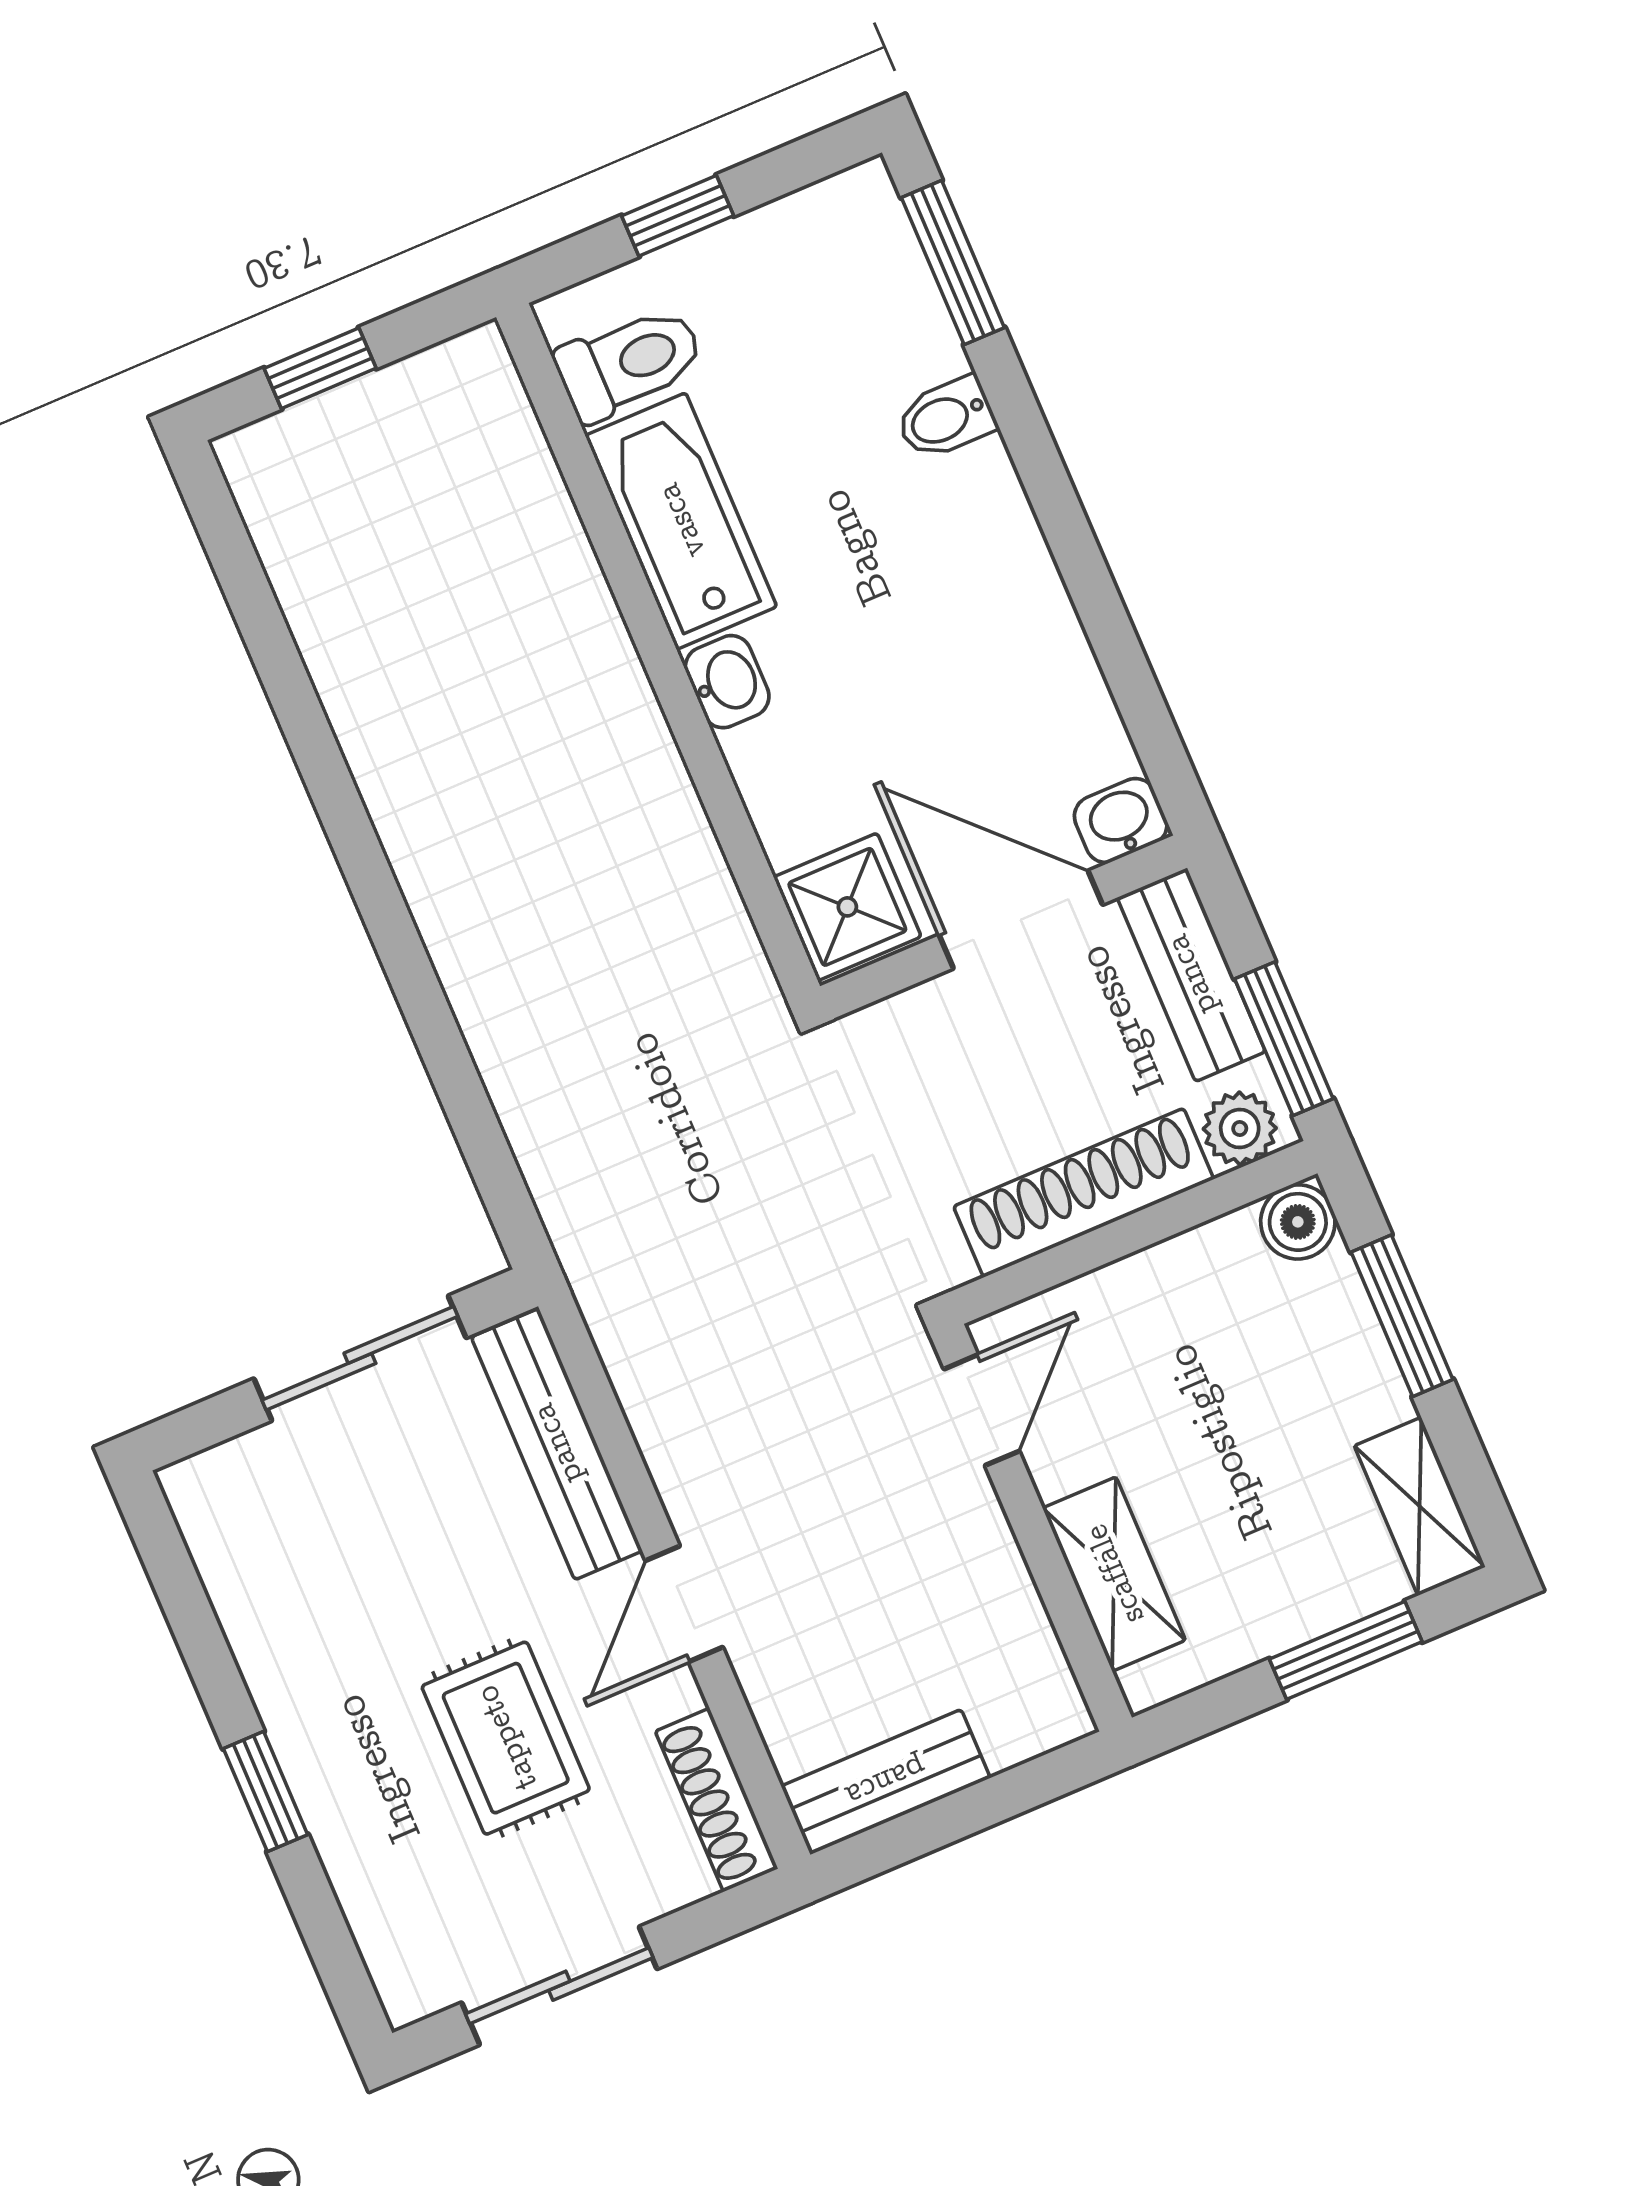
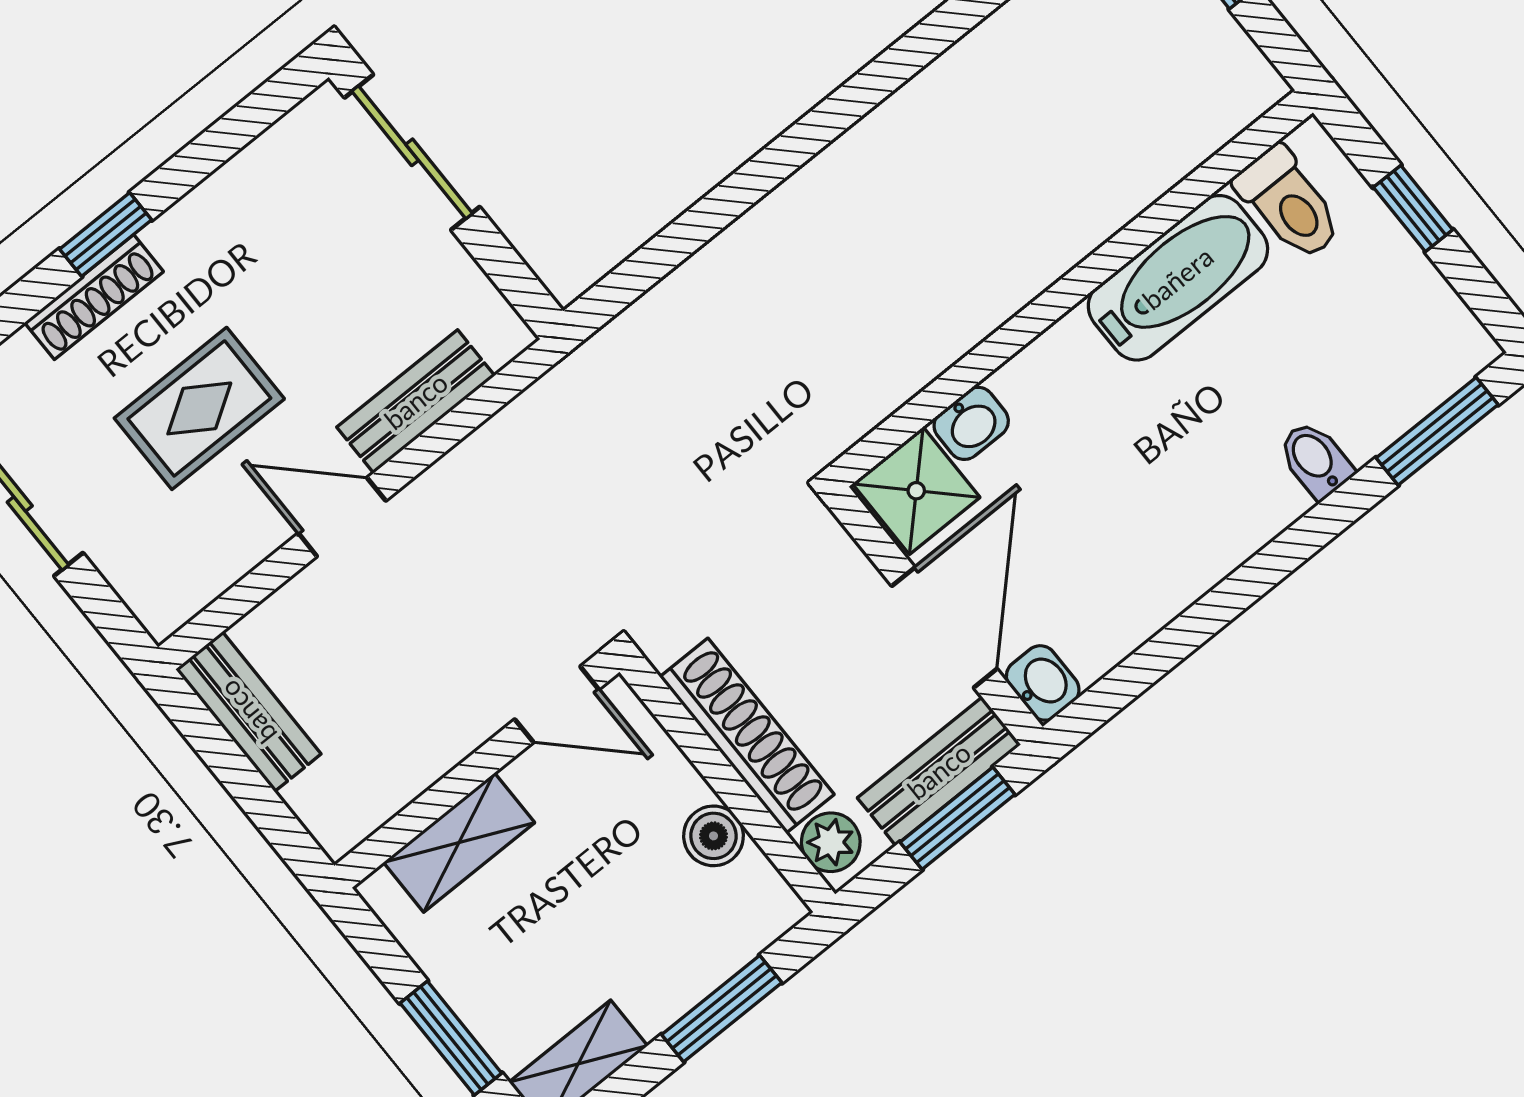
washbasin: (727, 682) -> (971, 423), moved
window: (1284, 1039) -> (958, 818), moved
boiler: (1298, 1222) -> (714, 836), moved
sliding door: (360, 1358) -> (412, 152), moved
bench: (557, 1444) -> (416, 401), width x0.73
shoe rack: (716, 1800) -> (94, 297), moved, turned 180

